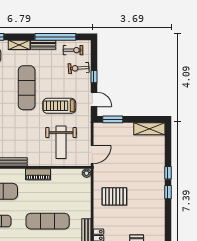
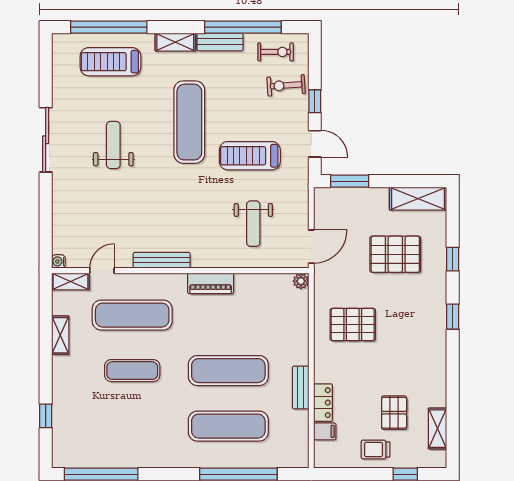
weight bench: (61, 142) -> (253, 224), width x0.73, depth x0.75
pallet: (137, 159) -> (395, 254), added
window: (168, 173) -> (453, 259), moved

